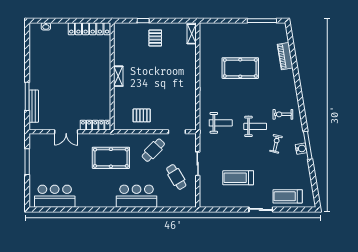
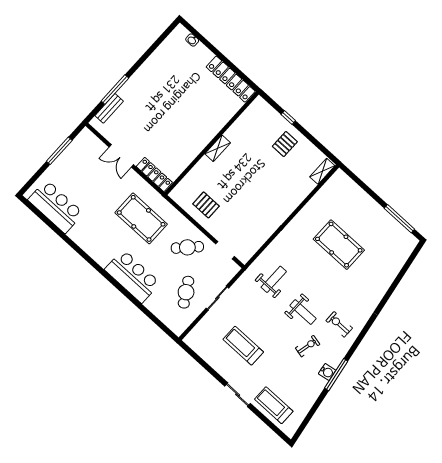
piano: (285, 56) -> (391, 272), removed
bench: (34, 106) -> (109, 108), width x0.73
weight bench: (221, 123) -> (274, 279), turned -90

